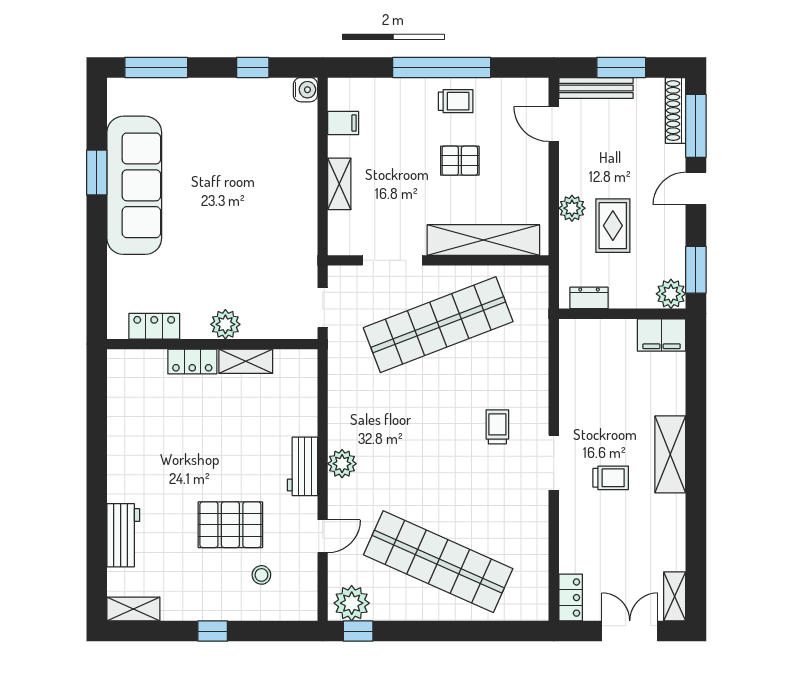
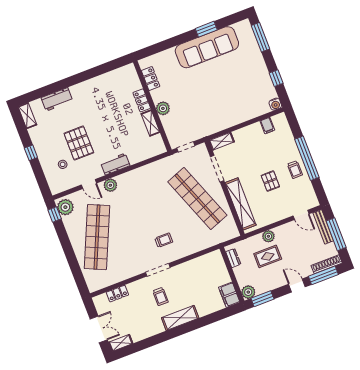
window: (621, 67) -> (336, 234), width x1.44
door: (554, 124) -> (301, 215), swing flipped
shelving: (339, 184) -> (222, 141), moved
plant: (342, 464) -> (110, 185), moved
locker: (571, 598) -> (117, 294), moved

